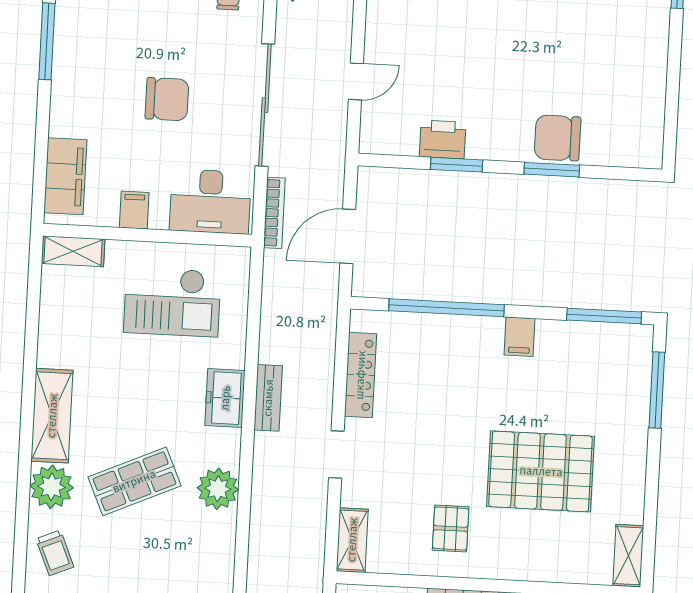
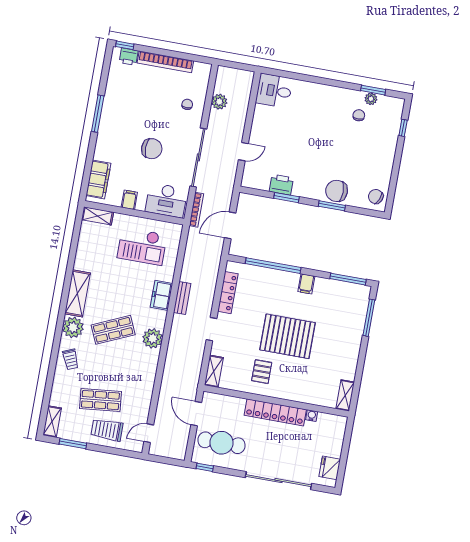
chair: (640, 139) -> (376, 197), added
pallet: (541, 471) -> (288, 336), moved

